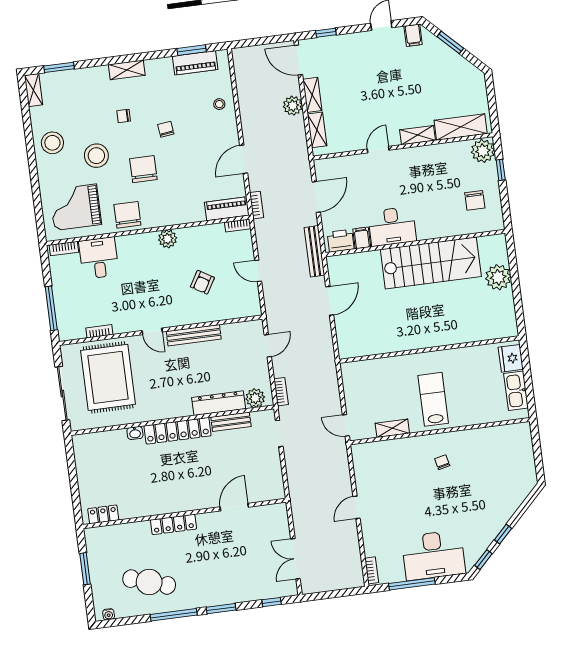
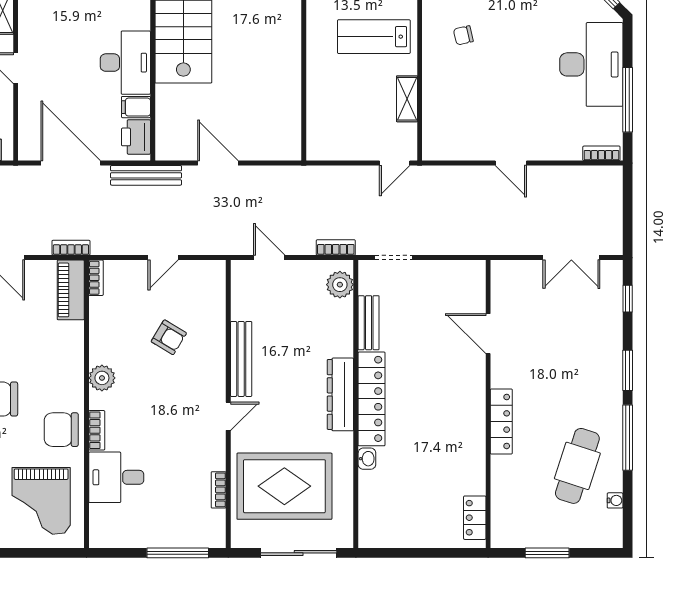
door: (316, 197) -> (71, 163), width x1.36
bookcase: (64, 249) -> (97, 430), moved
dresser: (219, 403) -> (340, 394), moved
water cooler: (109, 614) -> (615, 500), moved

